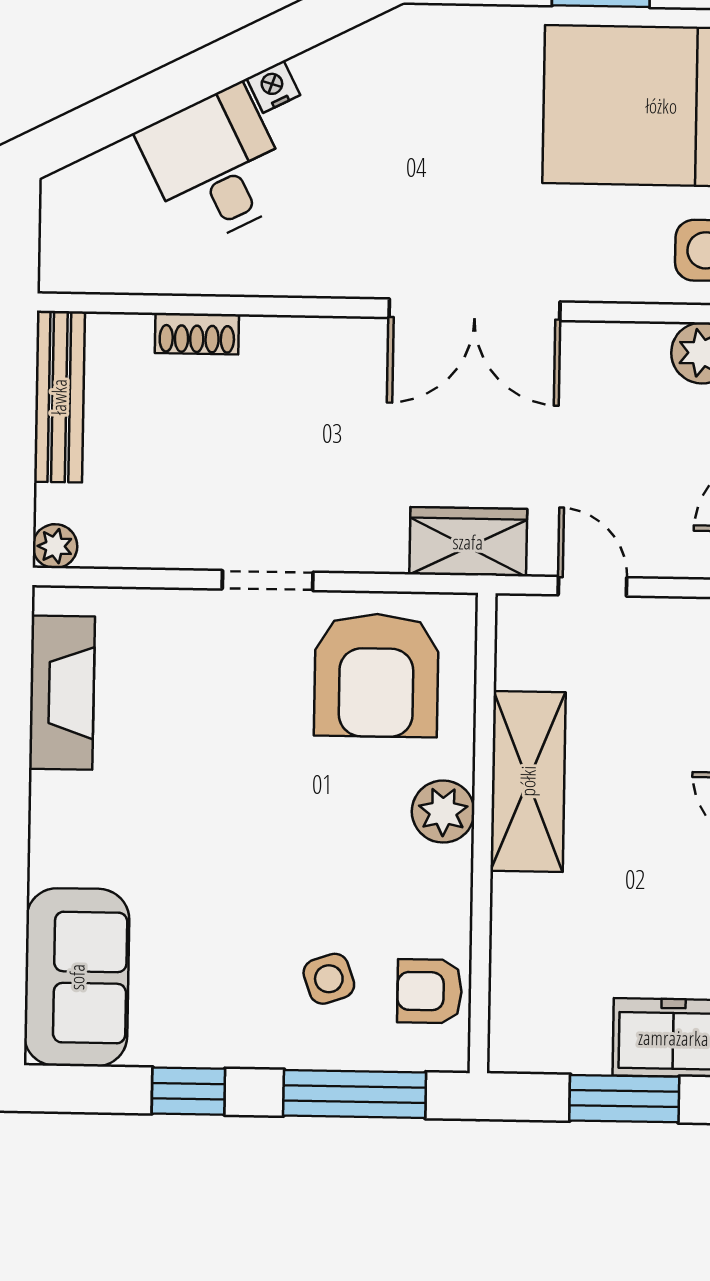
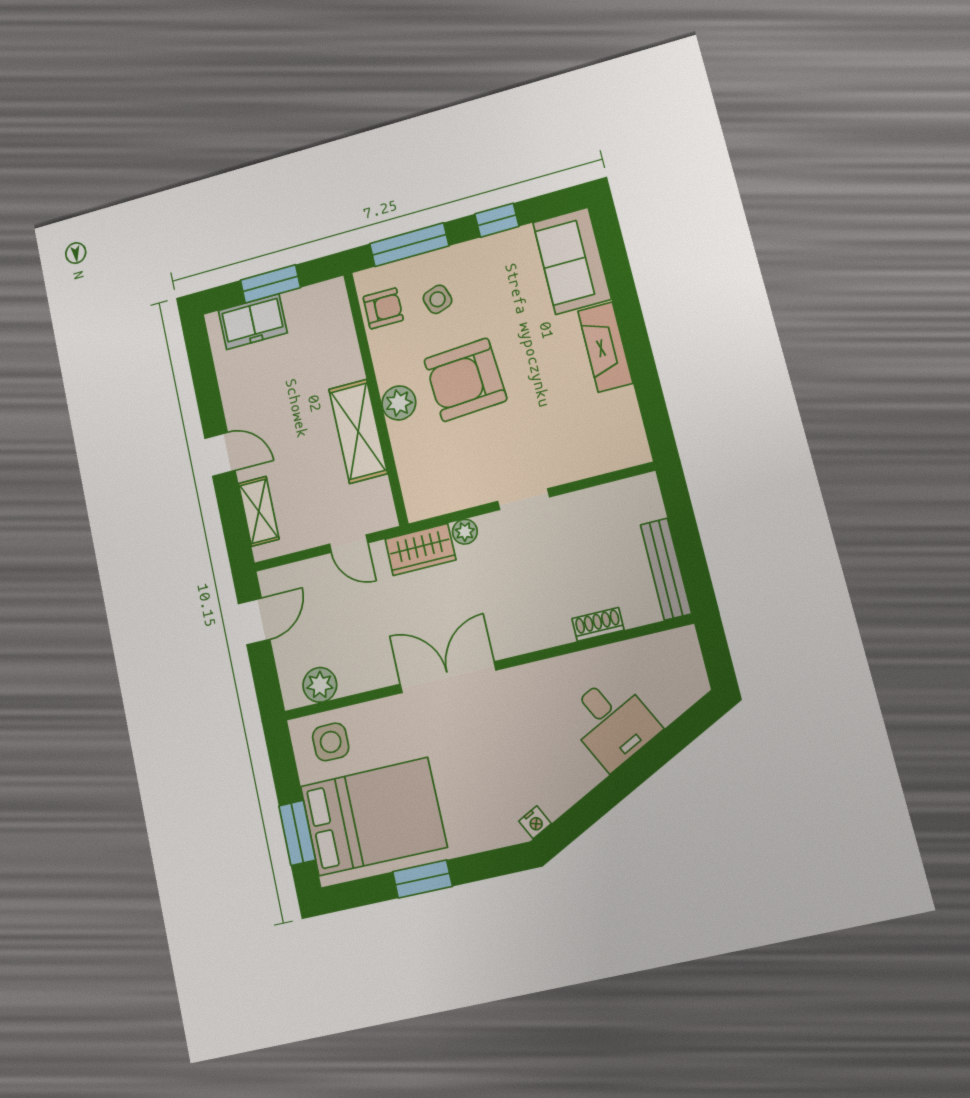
nightstand: (273, 87) -> (535, 822), moved
plant: (55, 546) -> (465, 532), moved
armchair: (376, 675) -> (465, 380), moved, turned -94
fireplace: (62, 693) -> (605, 347), moved

